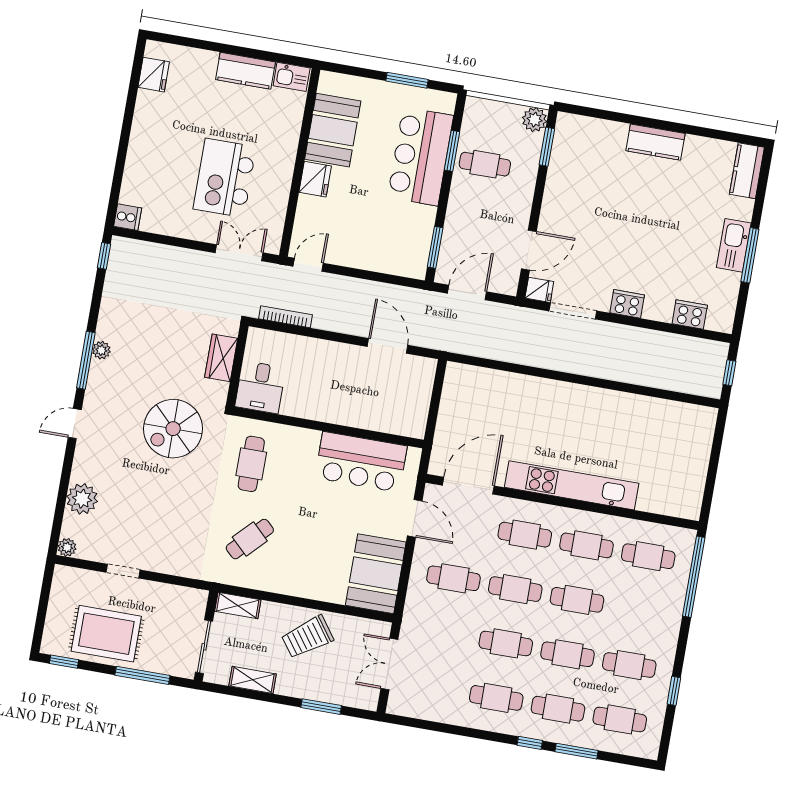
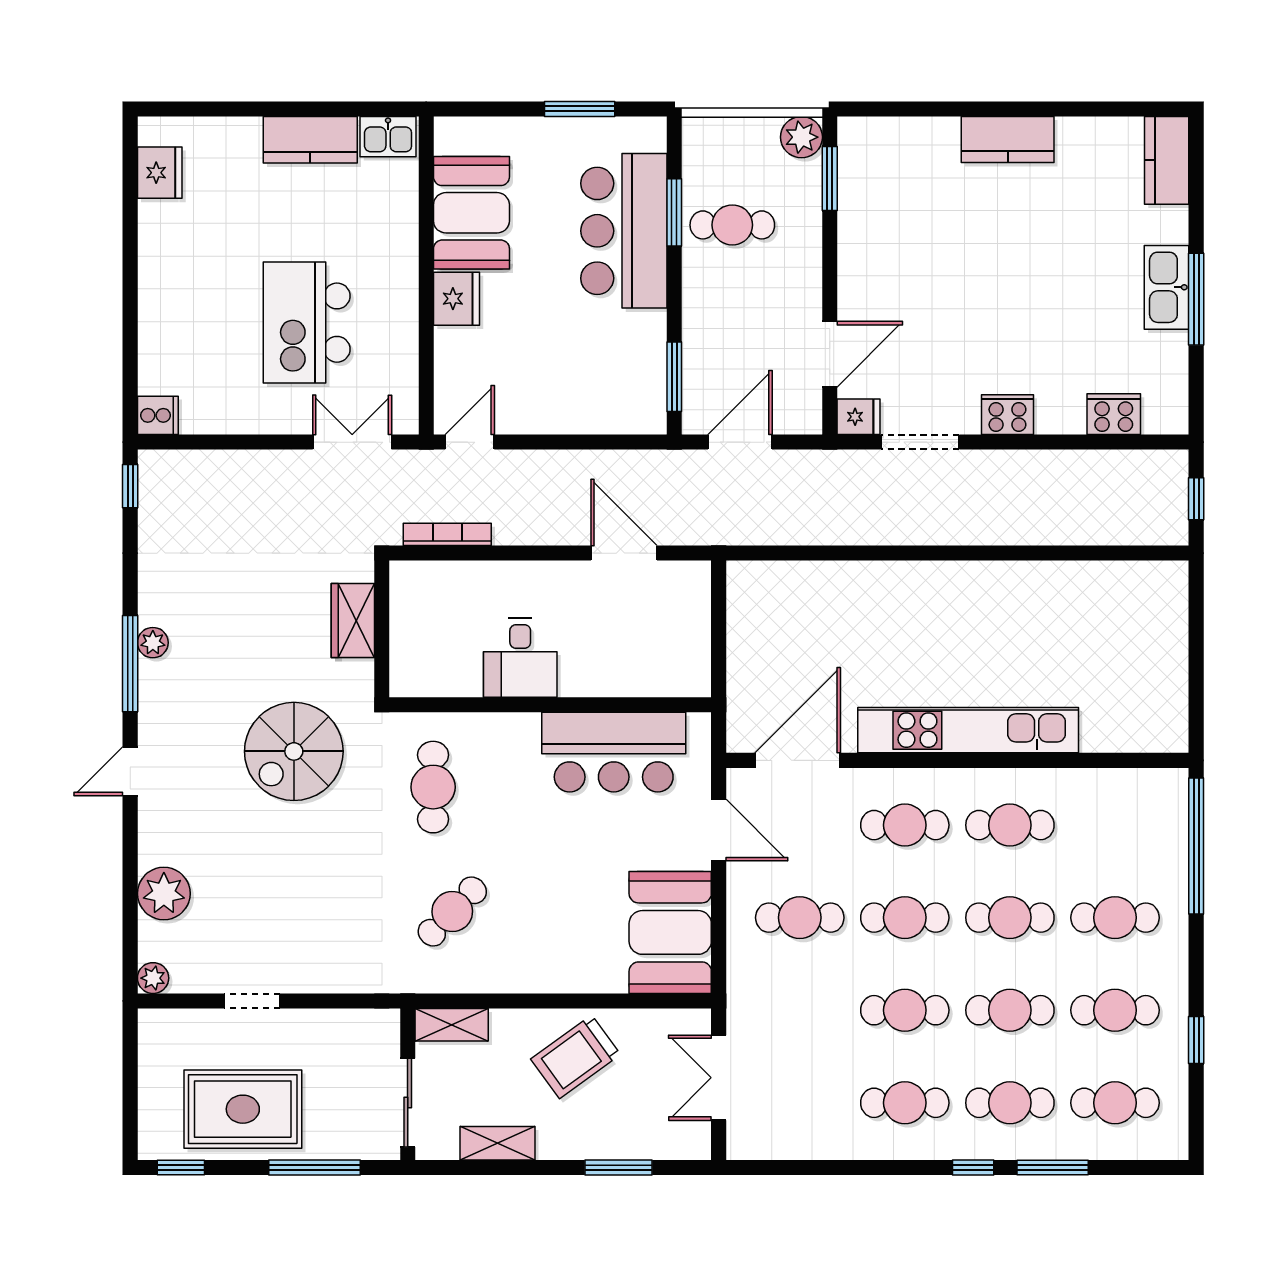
desk: (260, 387) -> (520, 658), moved
cafe table: (648, 556) -> (1115, 918), moved

